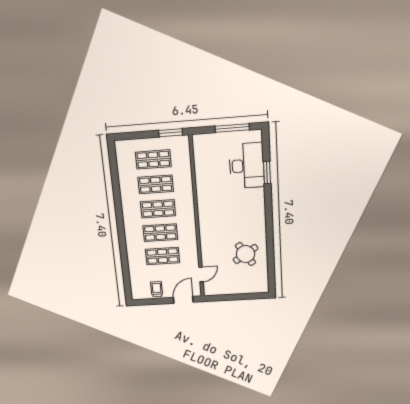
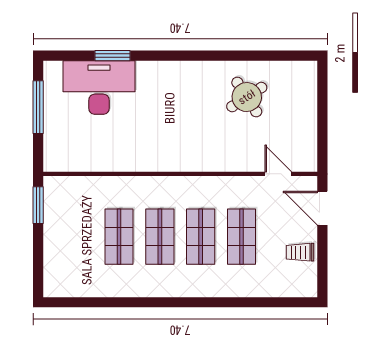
shop shelf: (153, 159) -> (78, 237), removed

